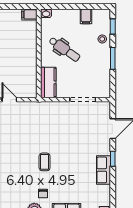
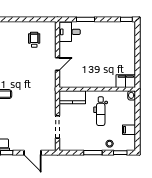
filing cabinet: (29, 14) -> (126, 81), width x2.00
dental chair: (64, 49) -> (101, 111), turned -35

